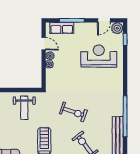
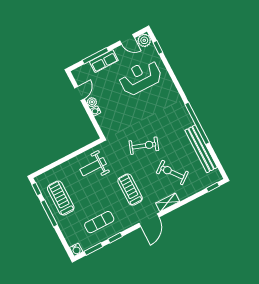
door: (104, 20) -> (127, 39), hinge flipped
row of seats: (62, 28) -> (104, 61), moved
door: (44, 44) -> (79, 93), hinge flipped
weight bench: (24, 108) -> (93, 167), turned 90

